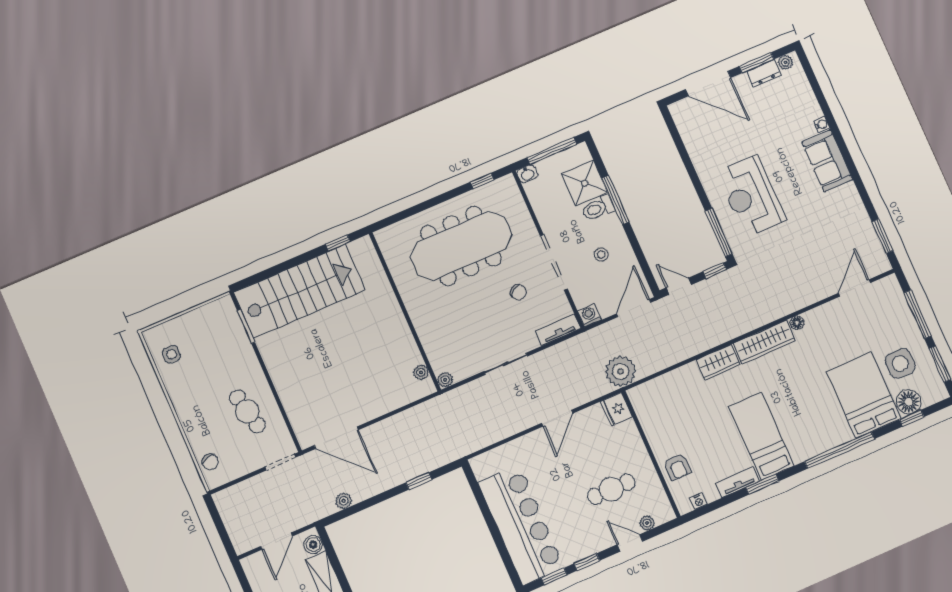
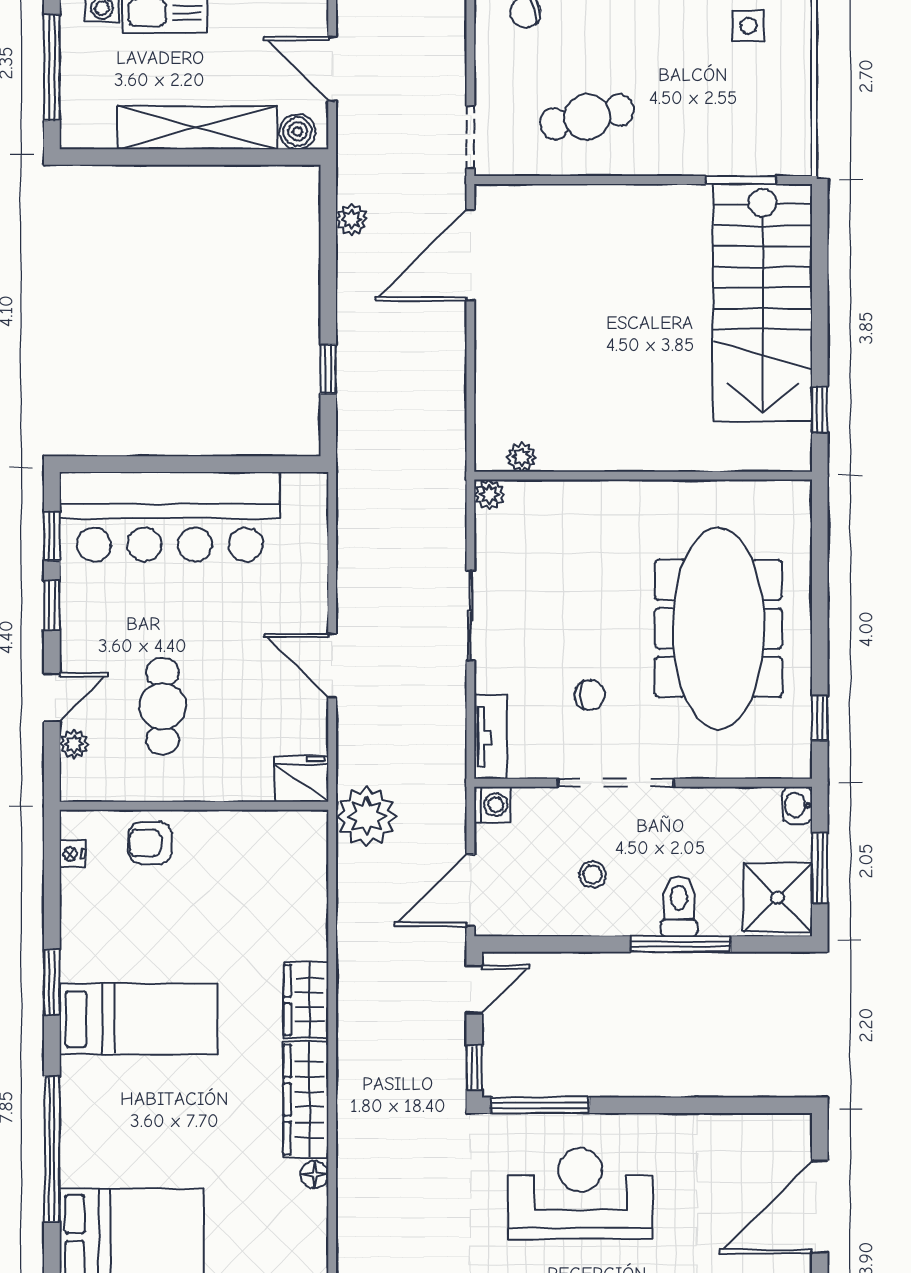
window: (552, 151) -> (820, 868), width x0.69
shower: (585, 183) -> (777, 898), moved
chair: (518, 292) -> (590, 695), turned -143
door: (634, 308) -> (470, 890), swing flipped
tv unit: (737, 482) -> (75, 939), removed

